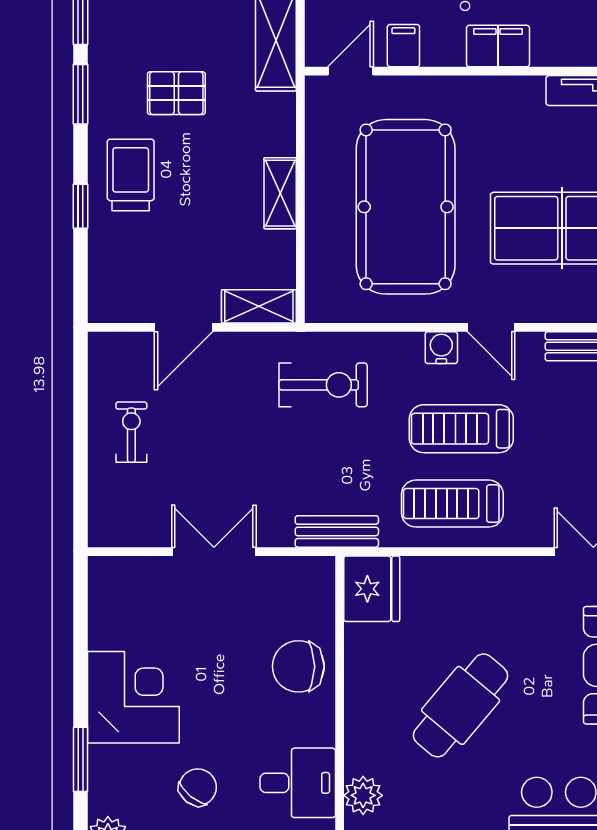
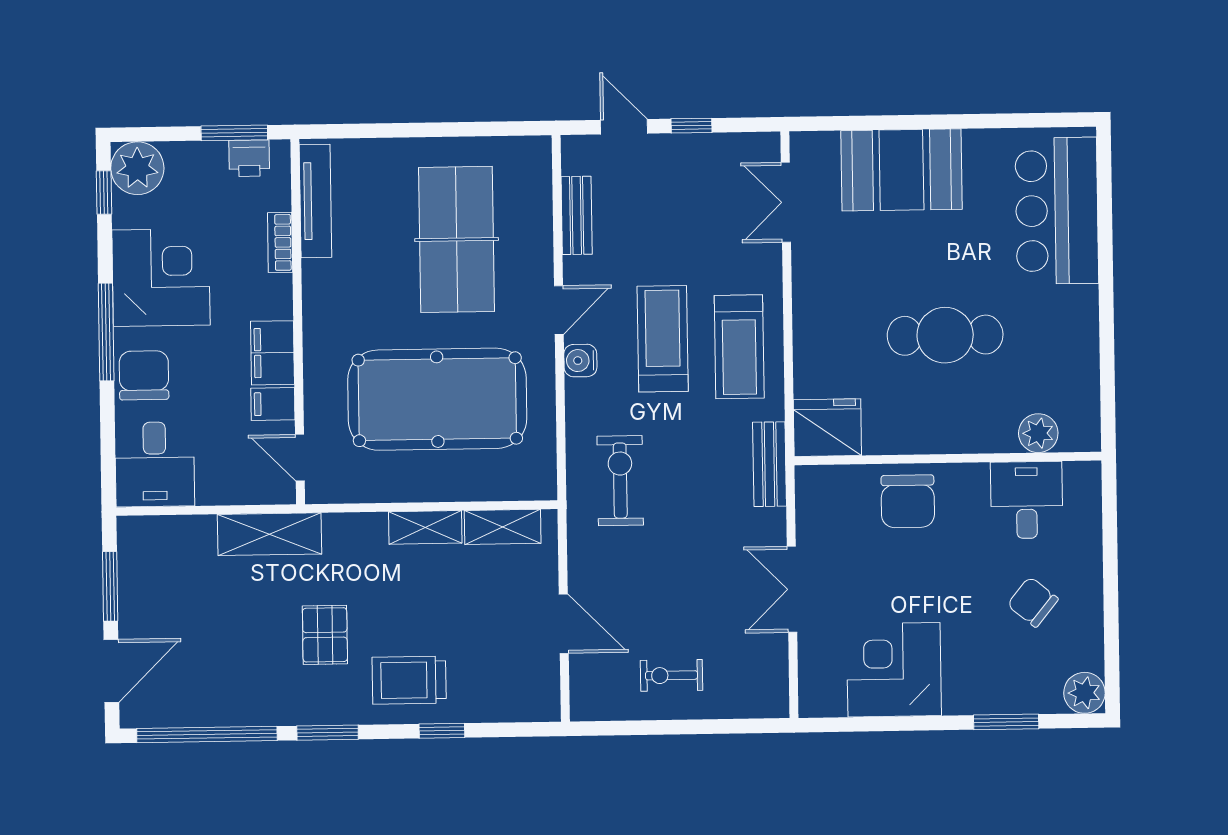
filing cabinet: (498, 46) -> (272, 353), moved
bookcase: (562, 55) -> (280, 242), added
shelving: (259, 306) -> (503, 527), moved, turned 90
treadmill: (461, 429) -> (663, 339), turned 180
corner desk: (133, 697) -> (894, 670), moved
cafe table: (461, 705) -> (945, 335), turned -40

